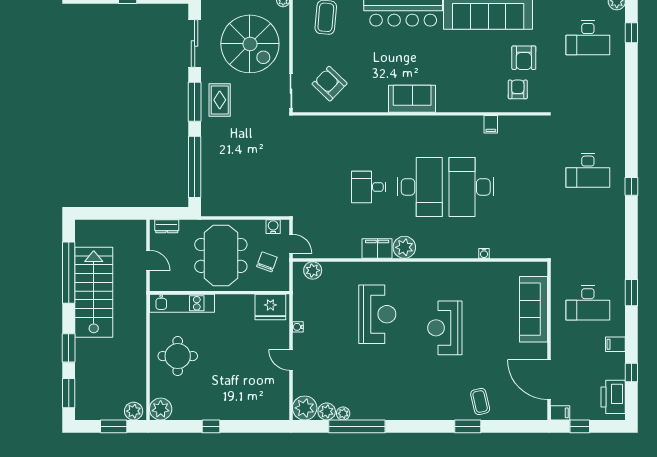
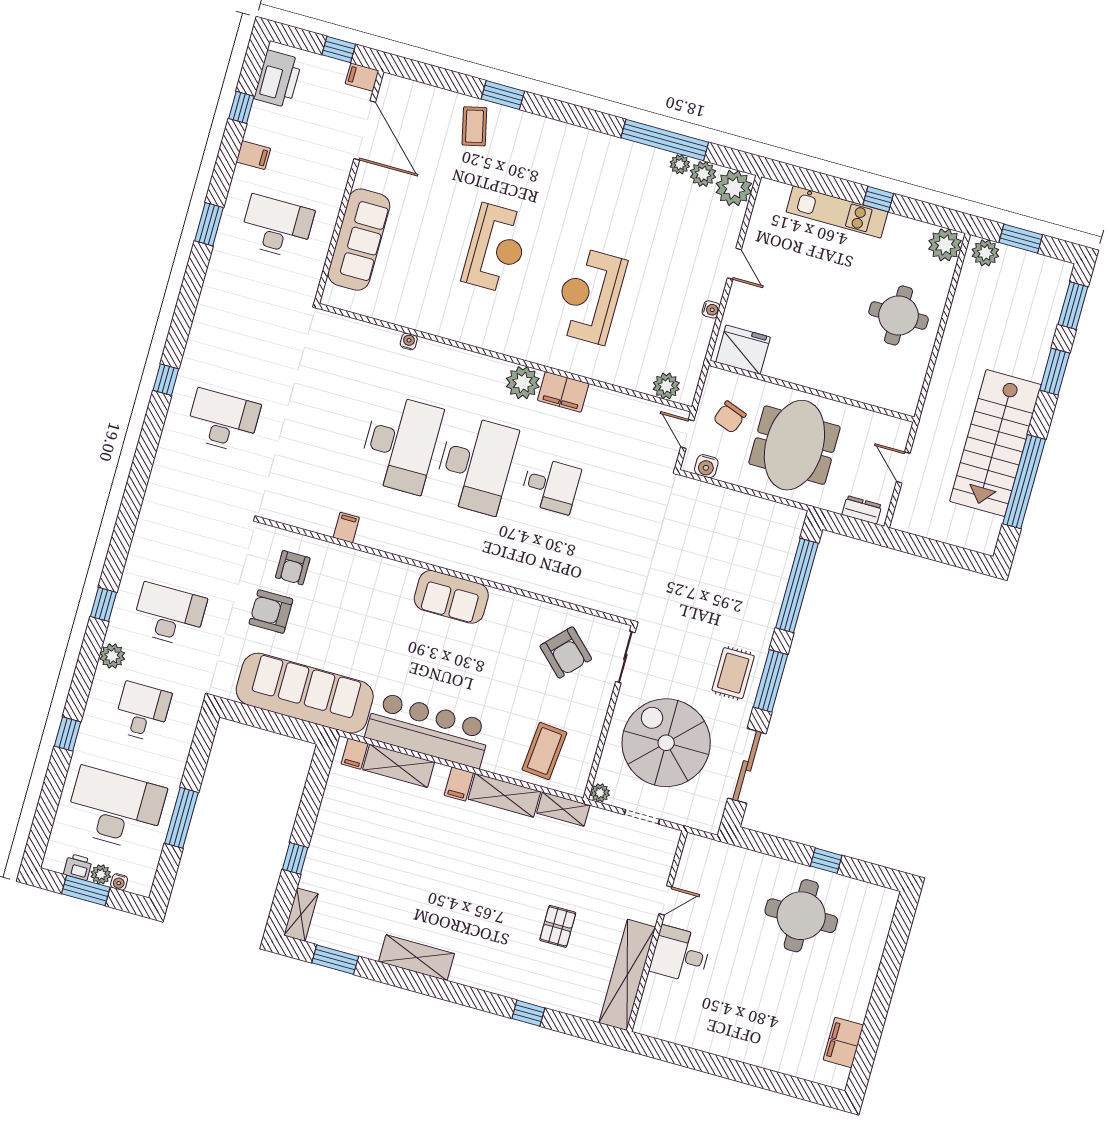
armchair: (524, 58) -> (271, 612), turned -90
desk: (420, 187) -> (475, 465), turned 180
kitchen unit: (182, 303) -> (837, 212), moved, turned 180

